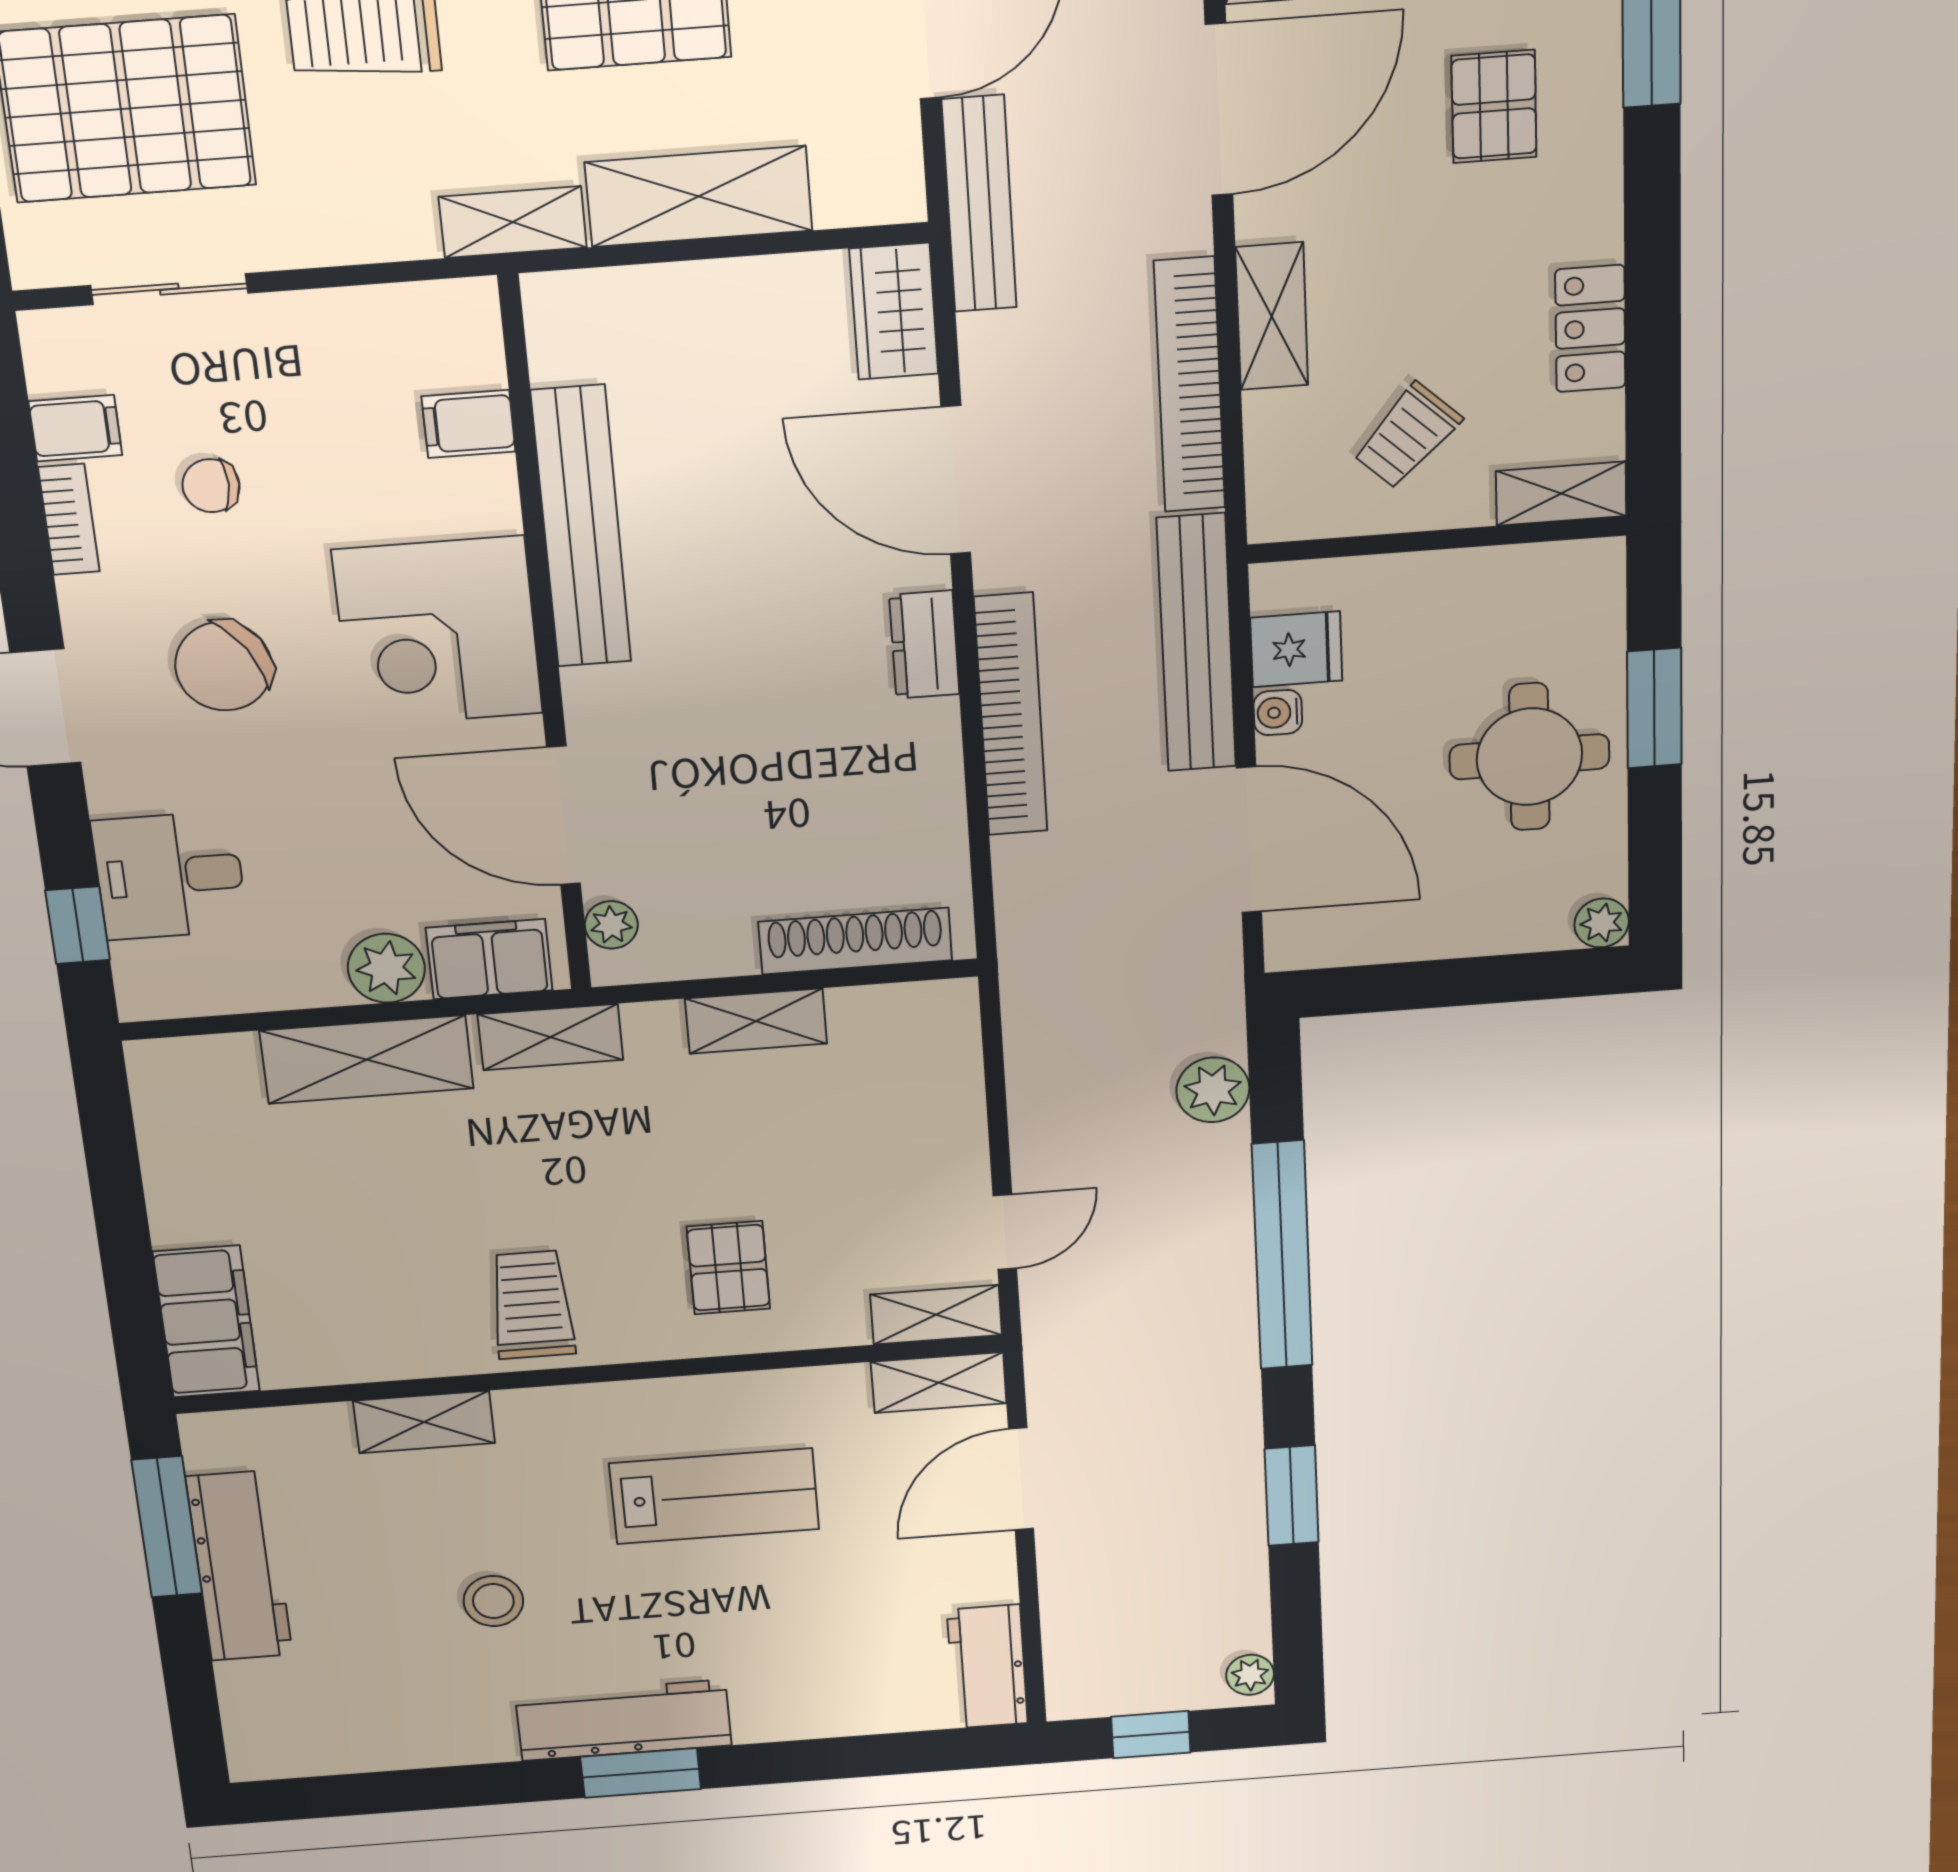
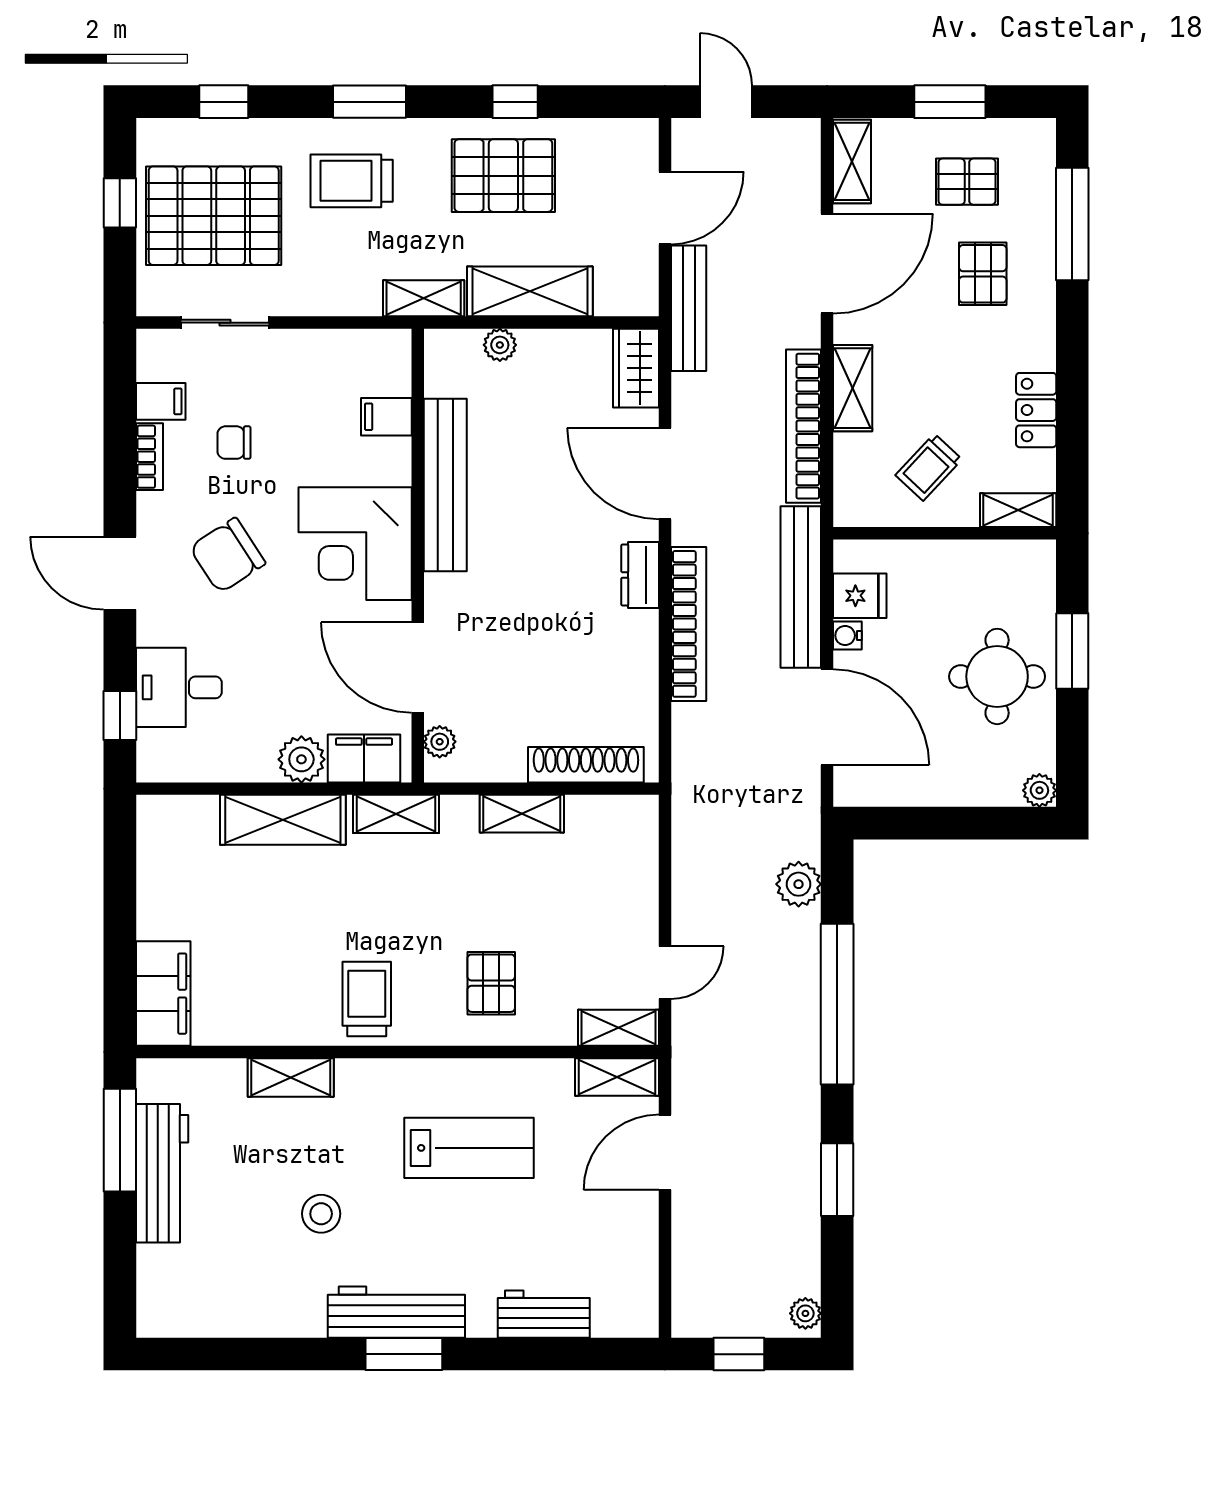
plant: (654, 290) -> (500, 345), added
workbench: (987, 1667) -> (544, 1314), moved, turned 90

